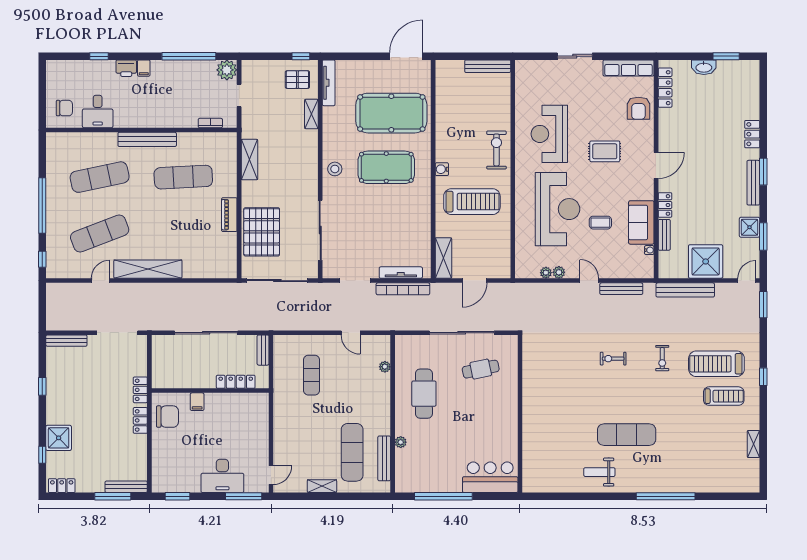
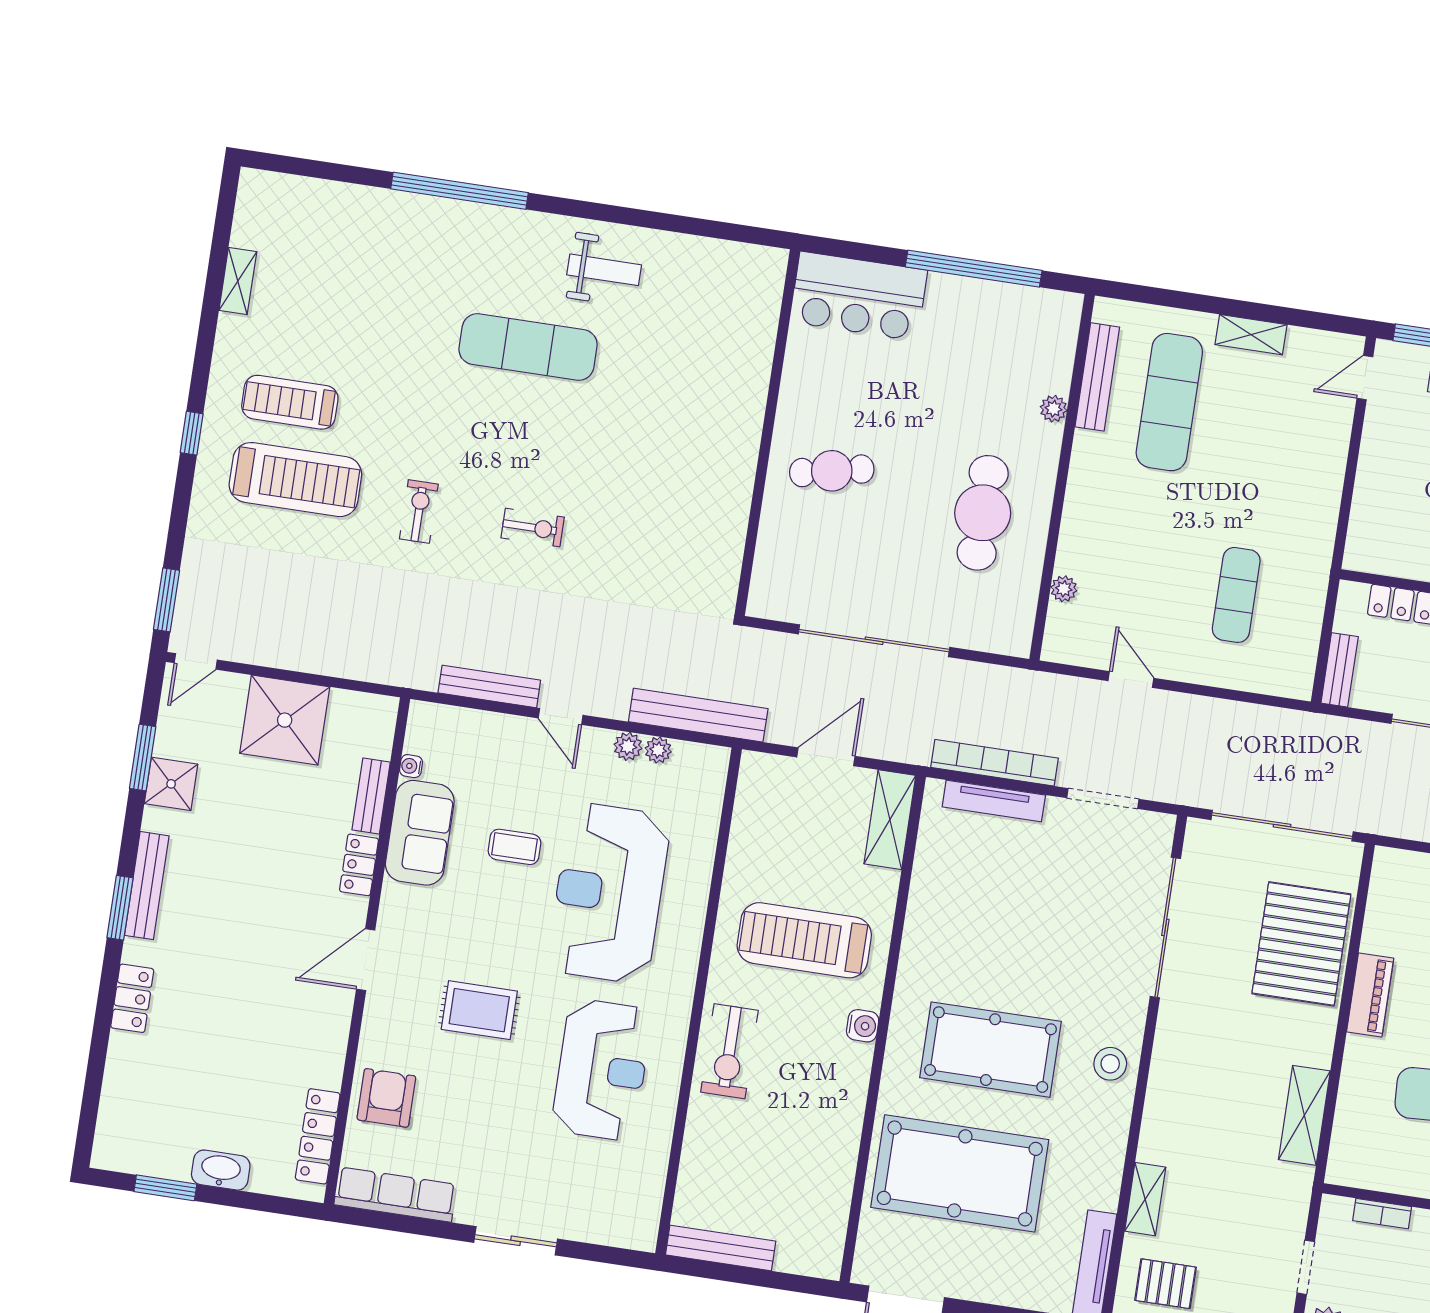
bench: (685, 290) -> (698, 715), moved
cafe table: (481, 369) -> (832, 471), moved

